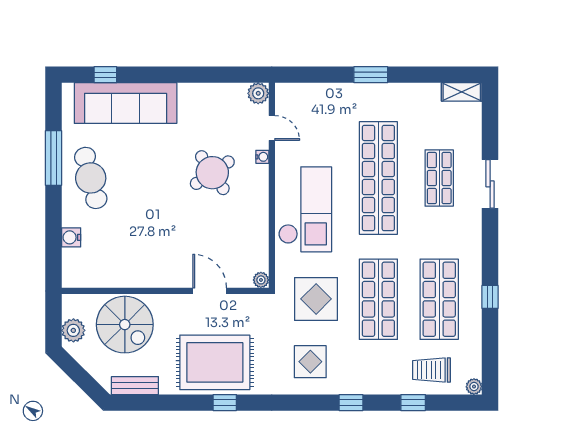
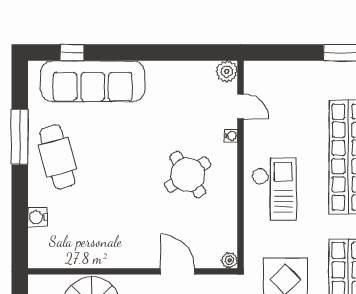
round table: (212, 173) -> (188, 175), moved
checkout: (305, 209) -> (274, 189), width x0.73, depth x0.83

